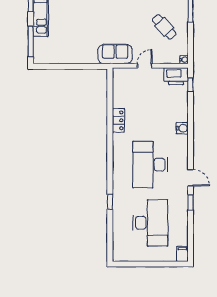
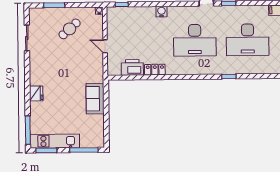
sofa: (115, 54) -> (95, 99), moved
printer: (176, 76) -> (132, 67), moved, turned -90
desk: (150, 223) -> (248, 40), turned 180

